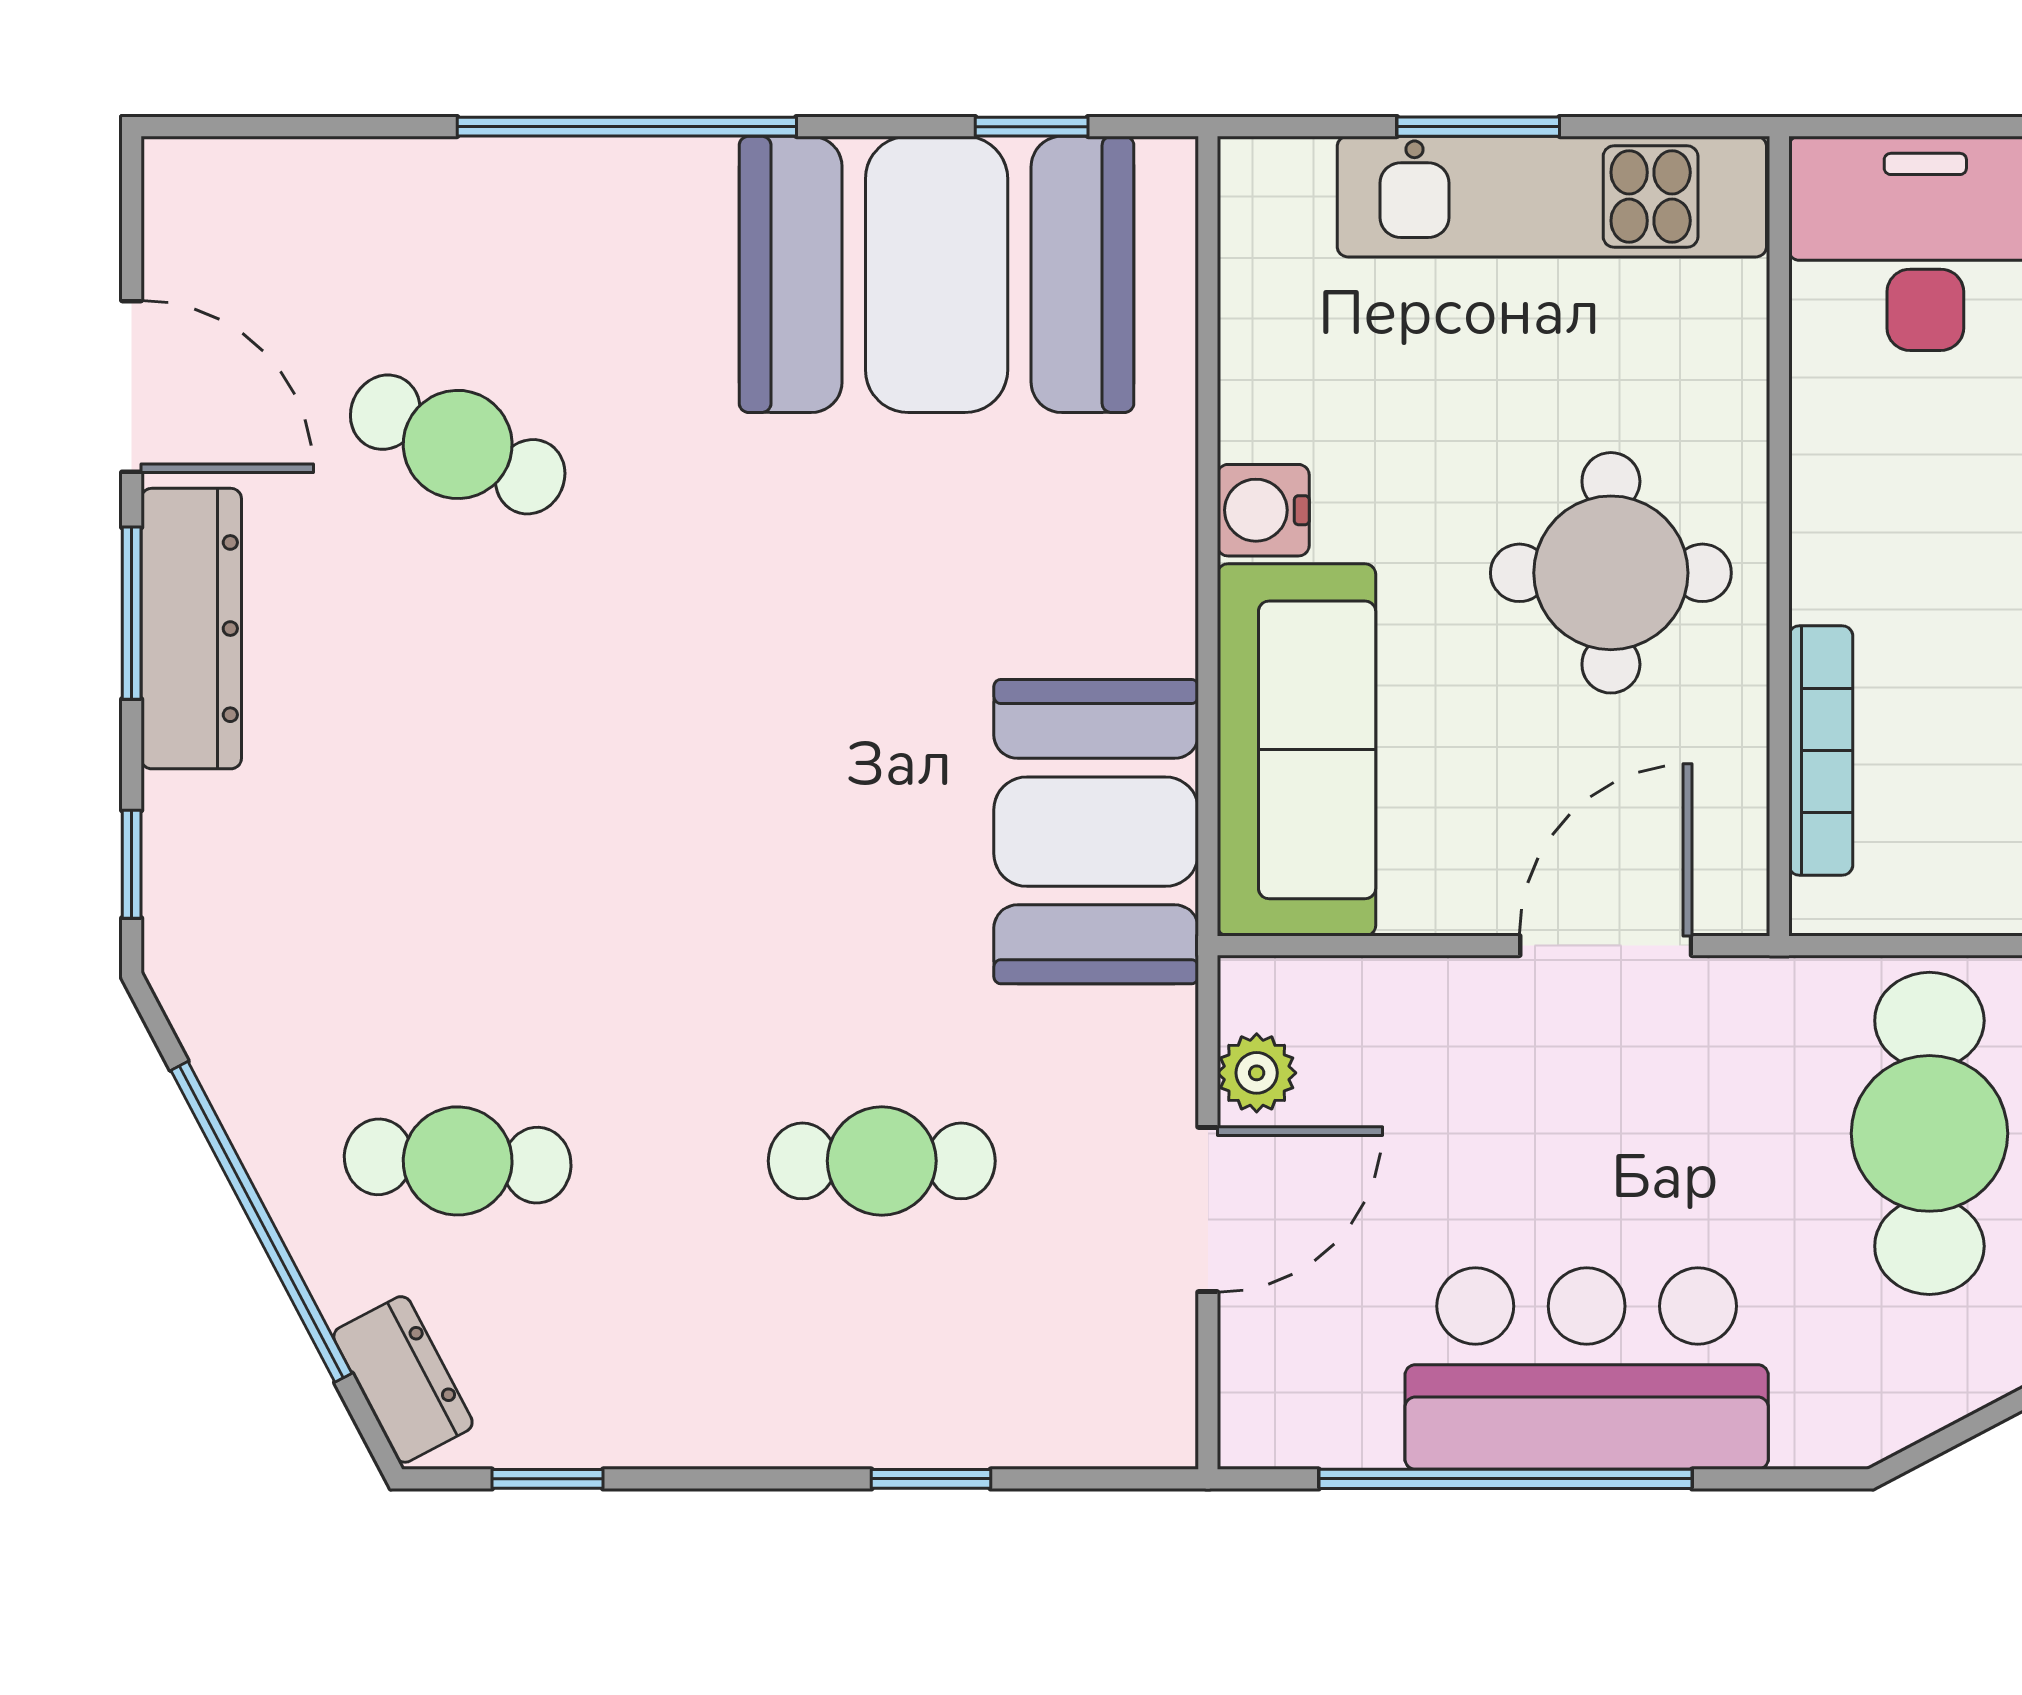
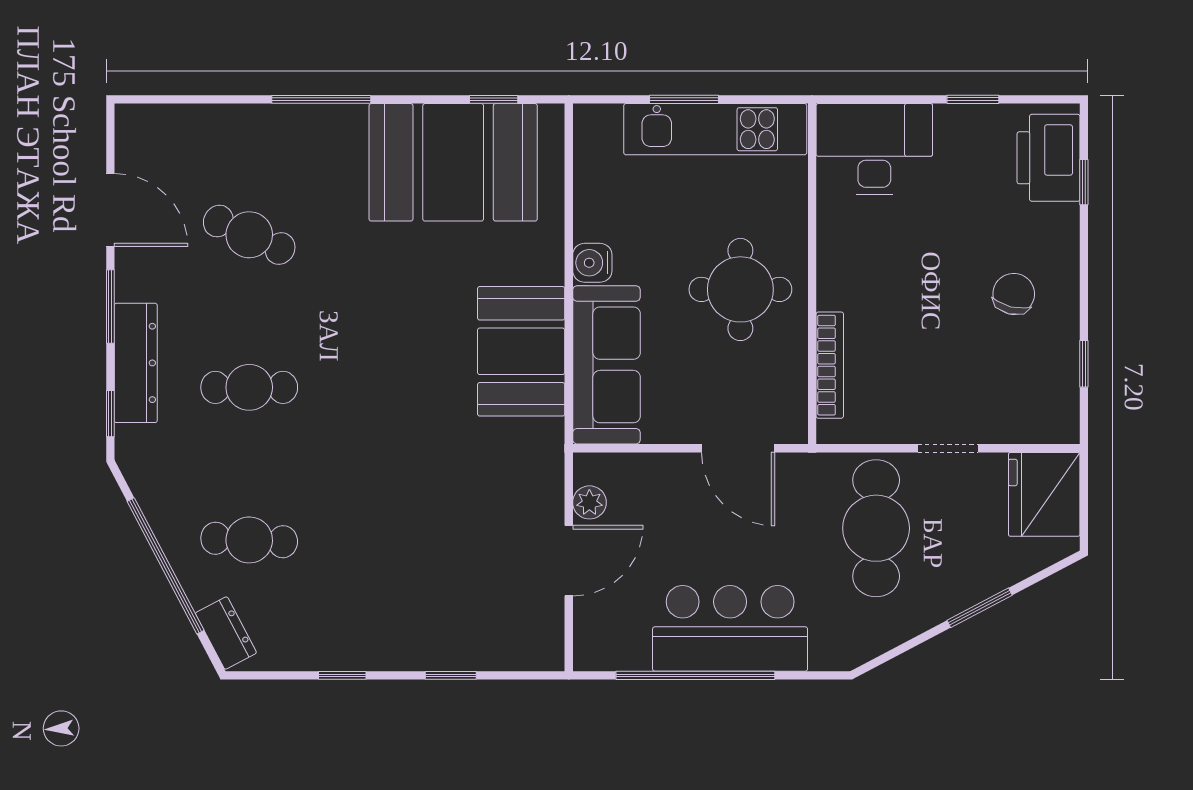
window: (627, 127) -> (321, 99), width x0.68
dresser: (191, 629) -> (136, 363), moved
booth: (1096, 832) -> (521, 351), moved
door: (1606, 946) -> (738, 448), swing flipped
cafe table: (882, 1161) -> (249, 387), moved
window: (547, 1479) -> (342, 675), moved

